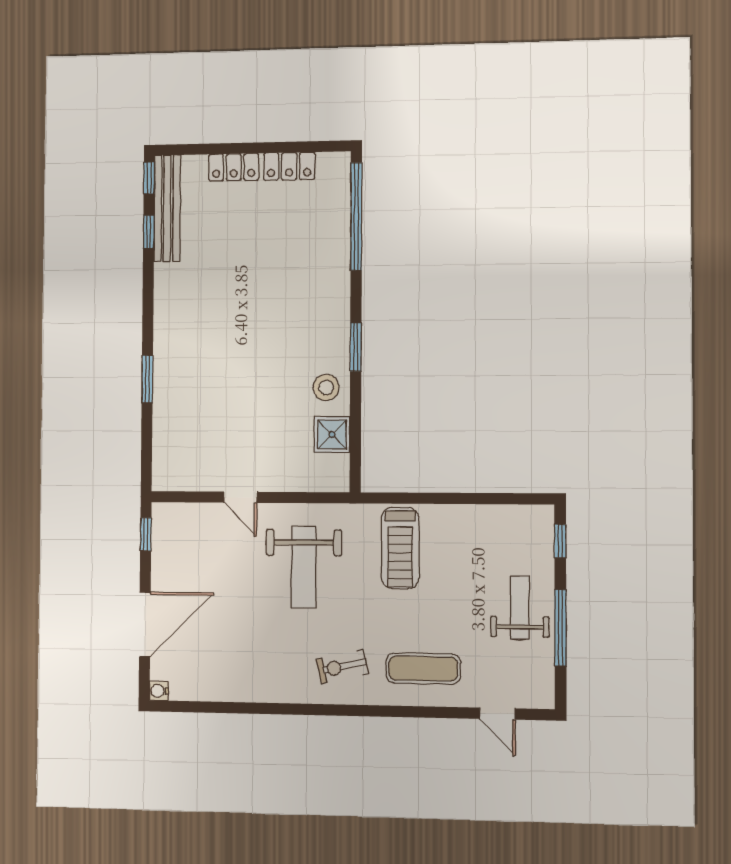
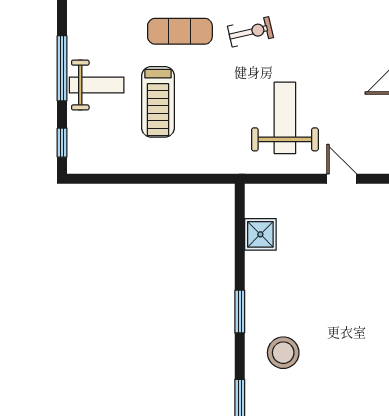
stool: (326, 387) -> (283, 353), moved, width x1.38, depth x1.38
treadmill: (400, 548) -> (158, 102), moved, turned 180
weight bench: (520, 608) -> (97, 85), turned -90

